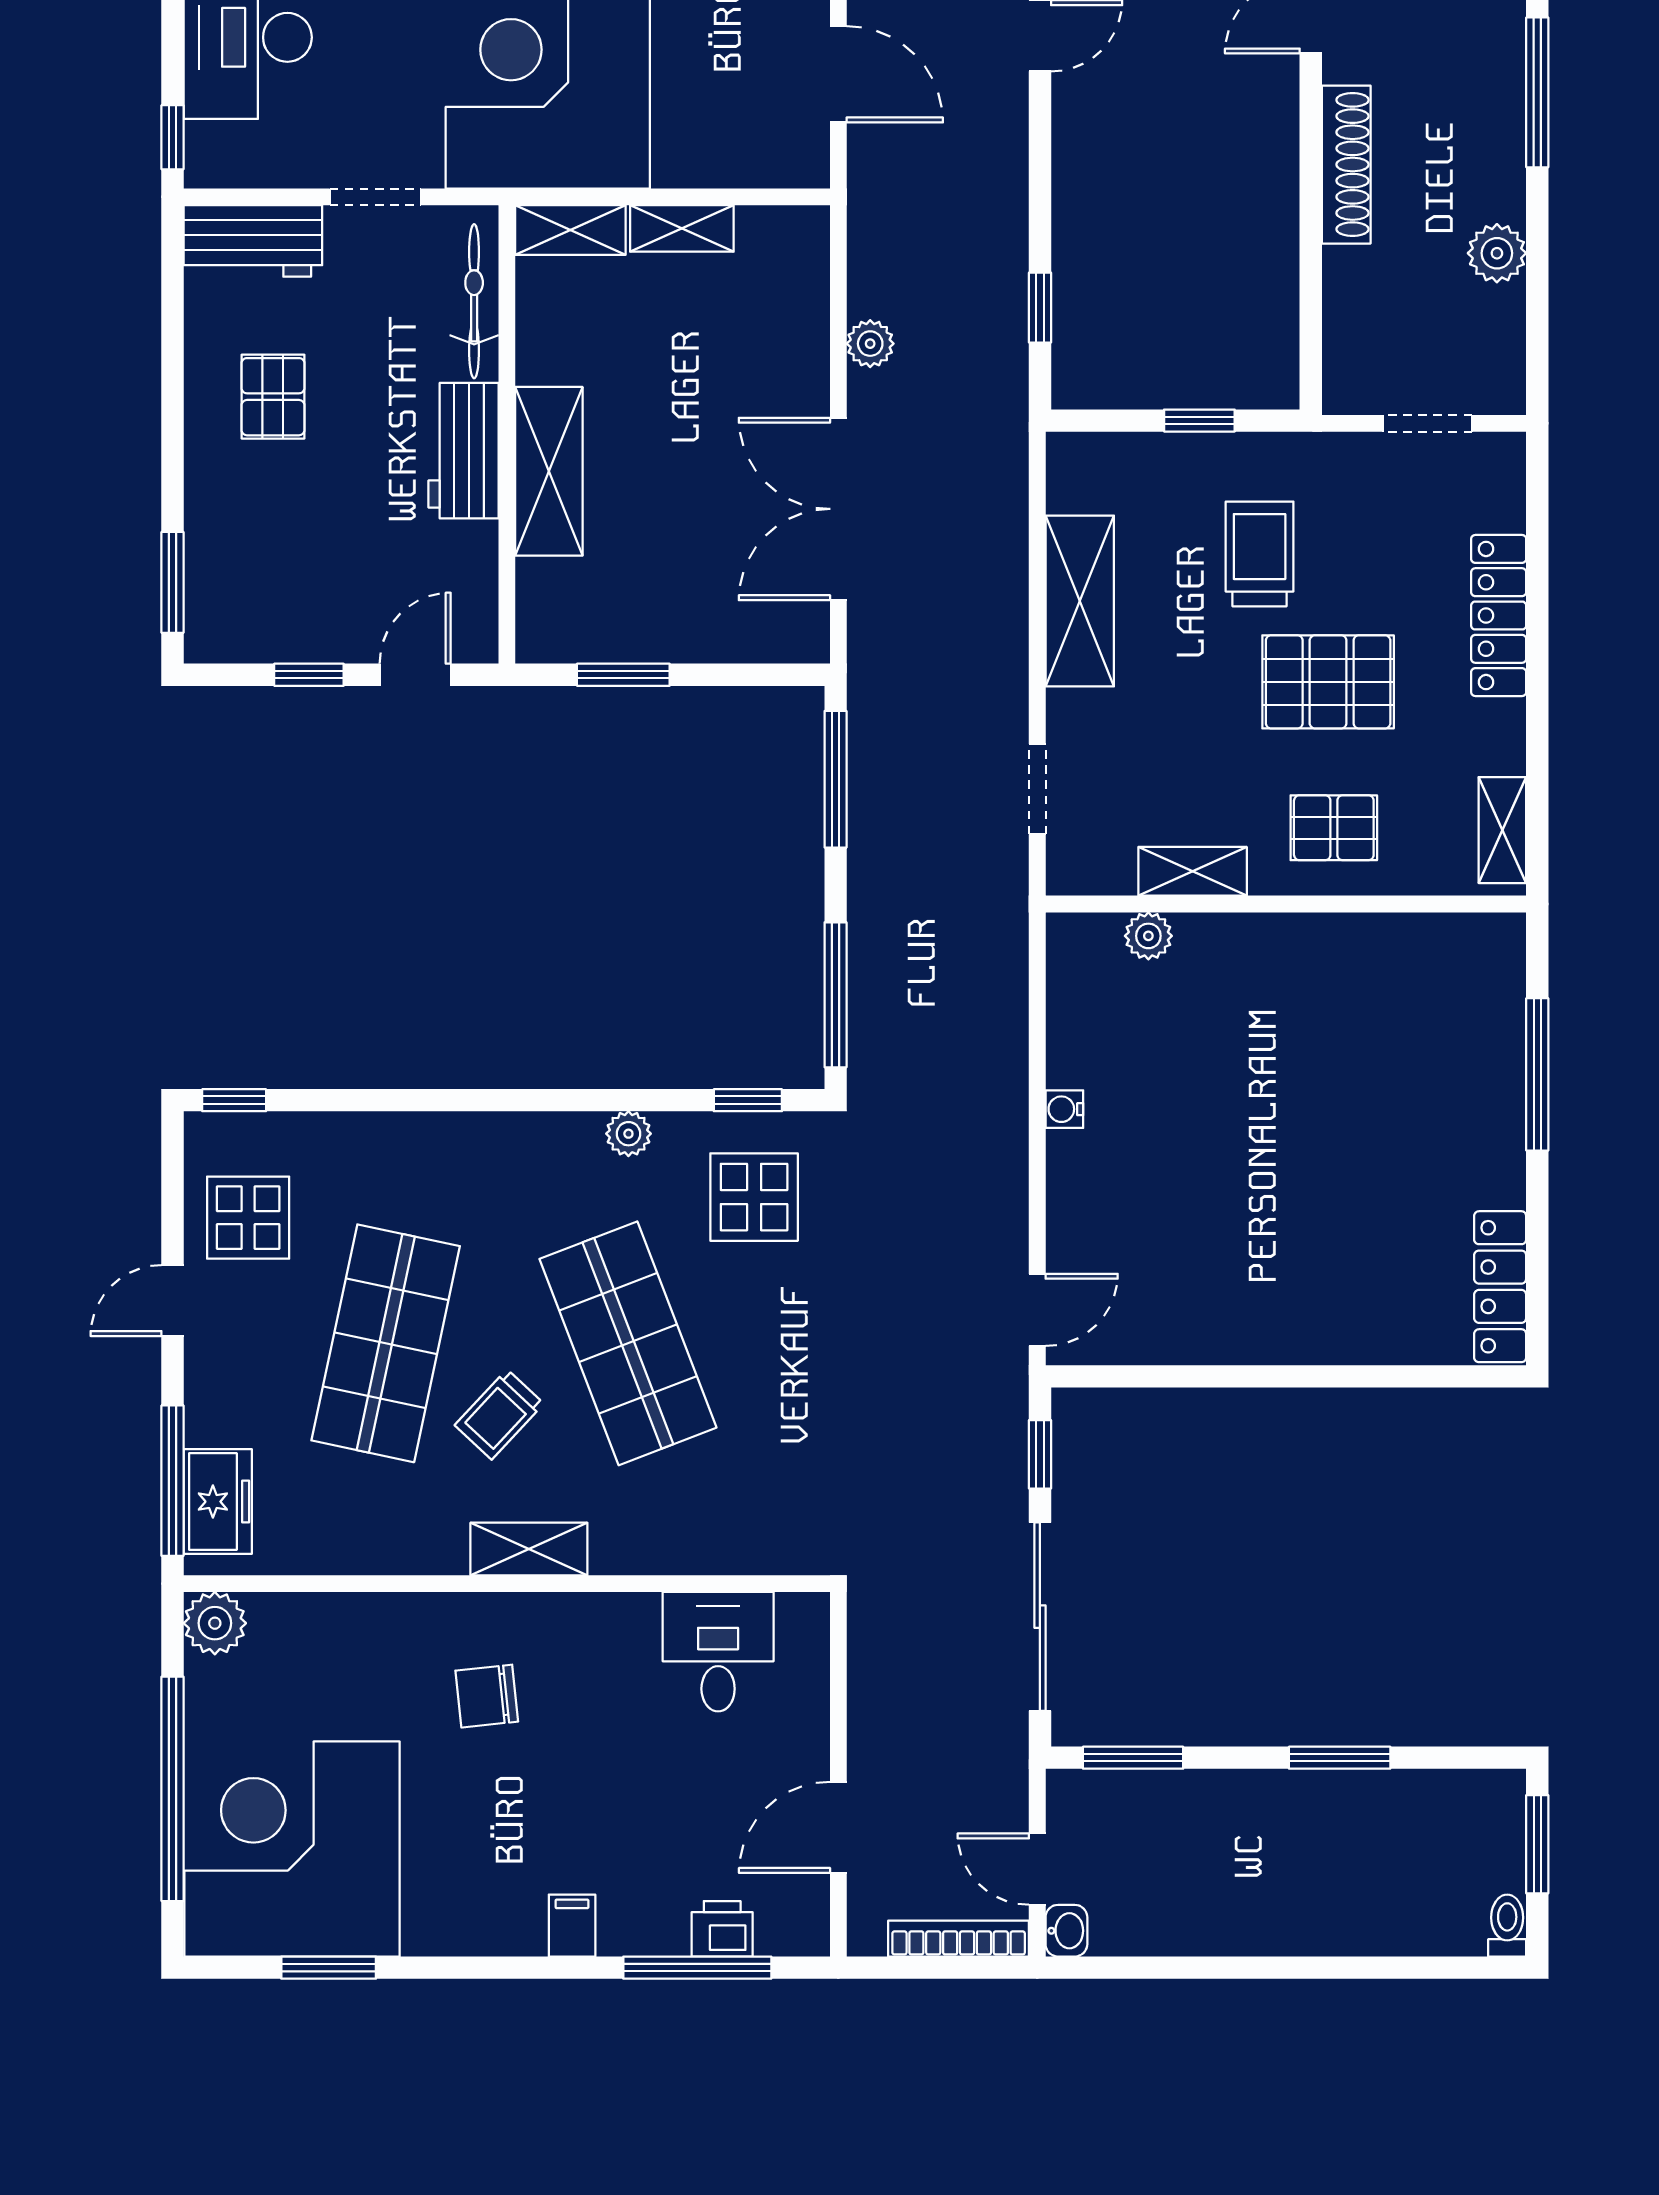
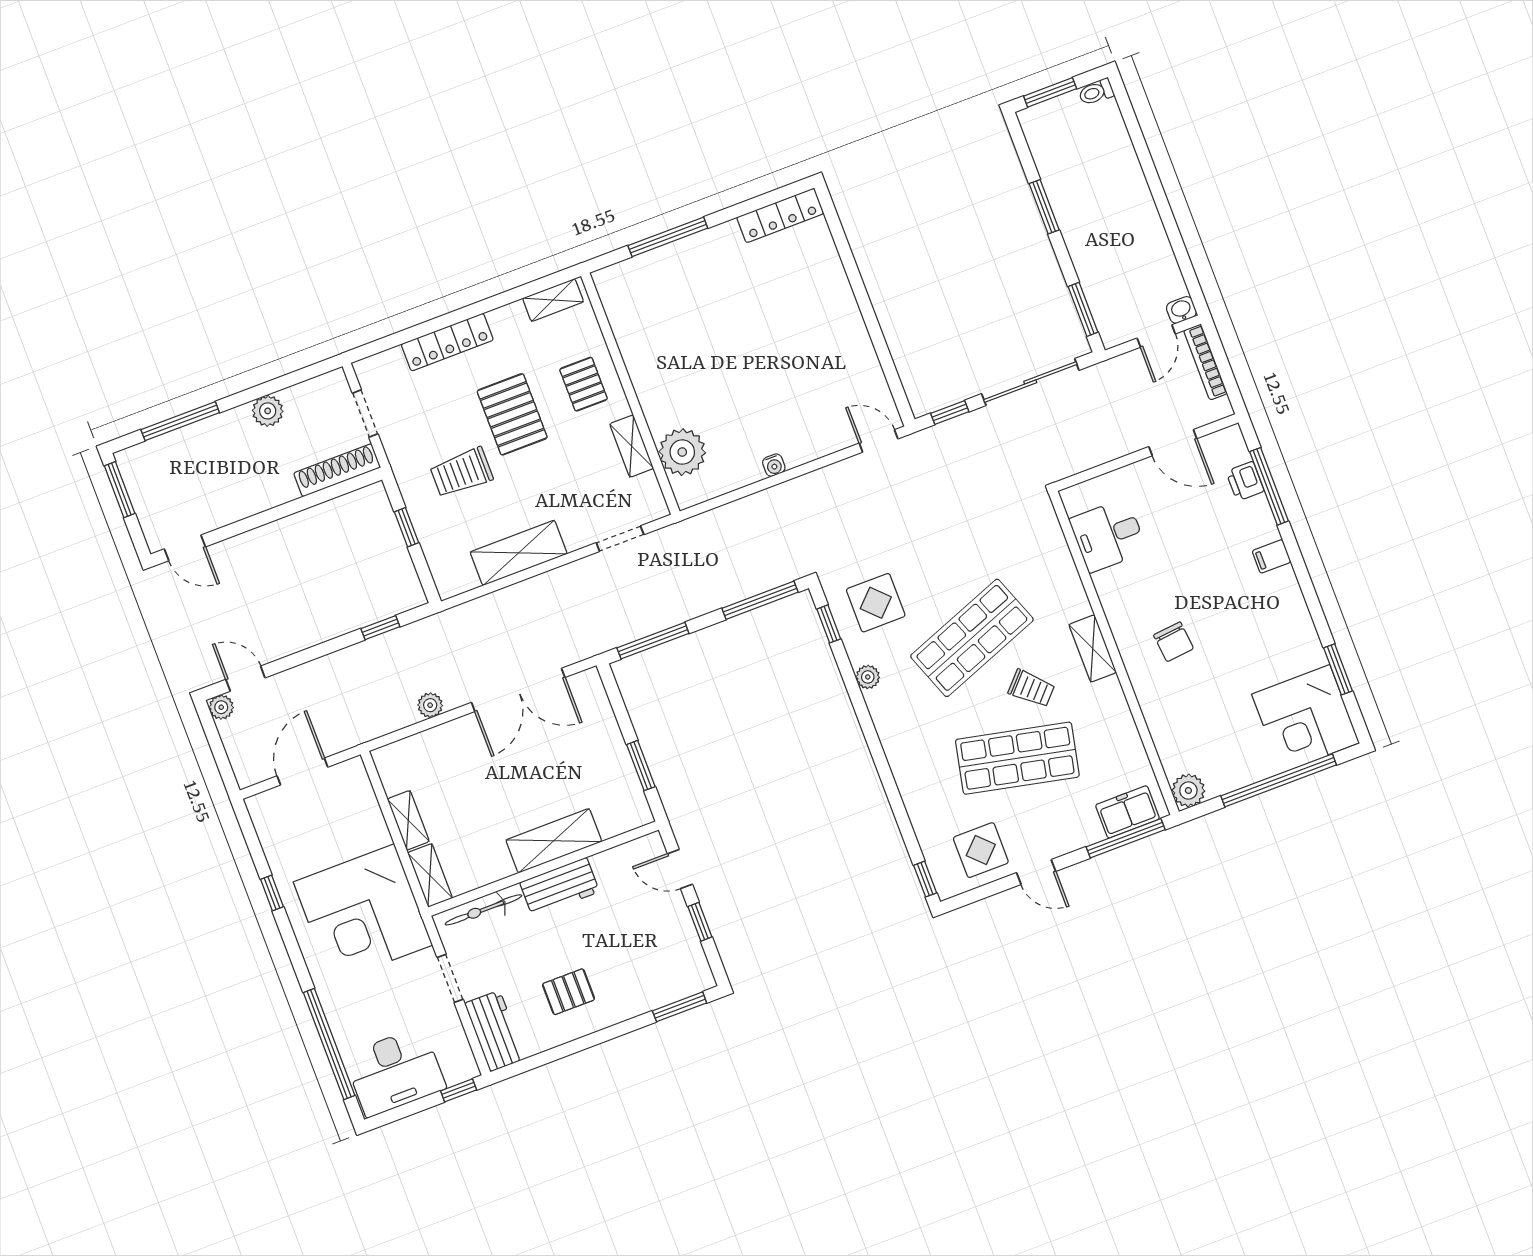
shoe rack: (1346, 165) -> (337, 470), moved
plant: (1148, 936) -> (682, 452), width x1.87, depth x1.87
corner desk: (292, 1849) -> (1306, 719), width x0.74, depth x0.74

